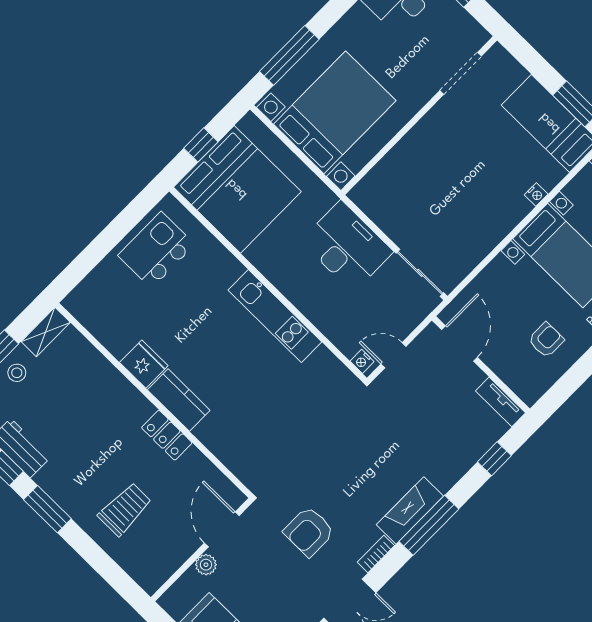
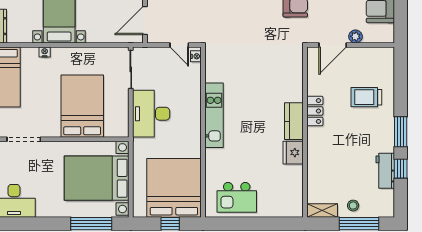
bed: (433, 177) -> (82, 106), added

